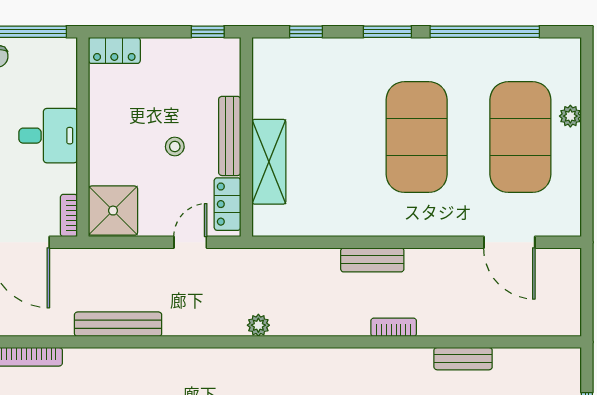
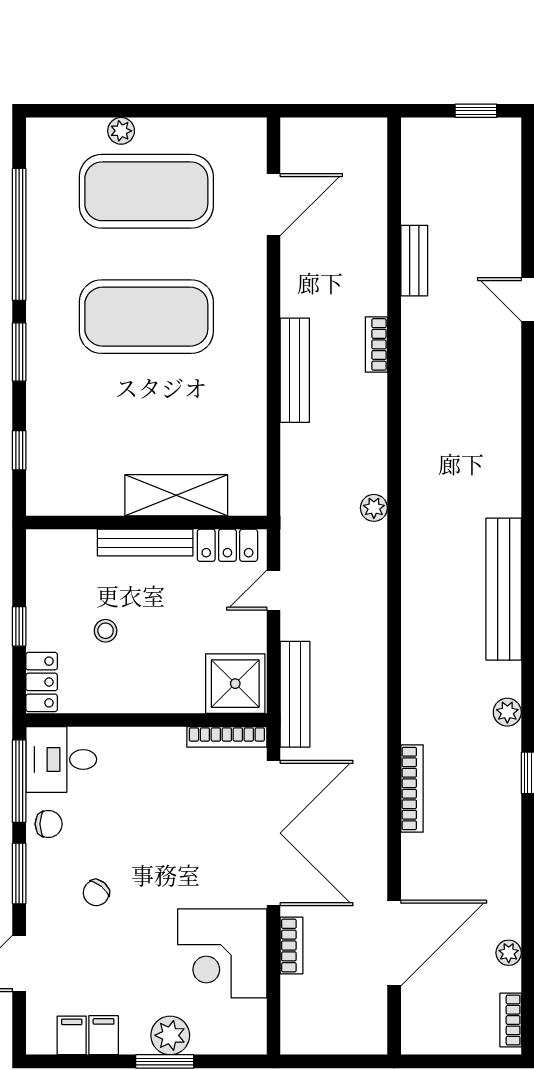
window: (208, 32) -> (19, 626), moved
desk: (48, 136) -> (61, 759), moved, turned -90
stool: (175, 147) -> (106, 631), moved
bookcase: (69, 216) -> (227, 737), width x1.56
door: (190, 242) -> (274, 590), hinge flipped
bench: (372, 260) -> (295, 370), width x1.36
bench: (118, 324) -> (295, 694), moved

